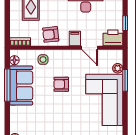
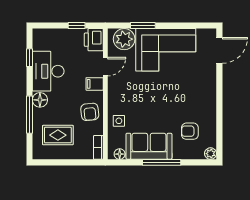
plant: (118, 68) -> (124, 39), width x1.88, depth x1.88
armchair: (61, 84) -> (190, 131), moved, turned 90
window: (7, 85) -> (162, 162), moved

